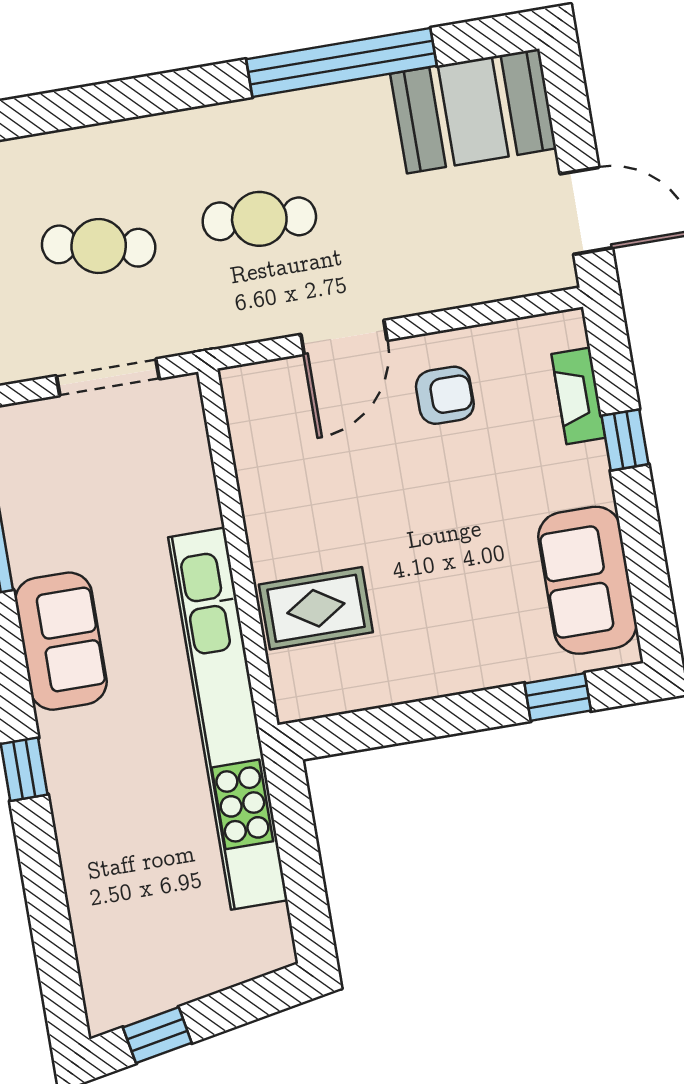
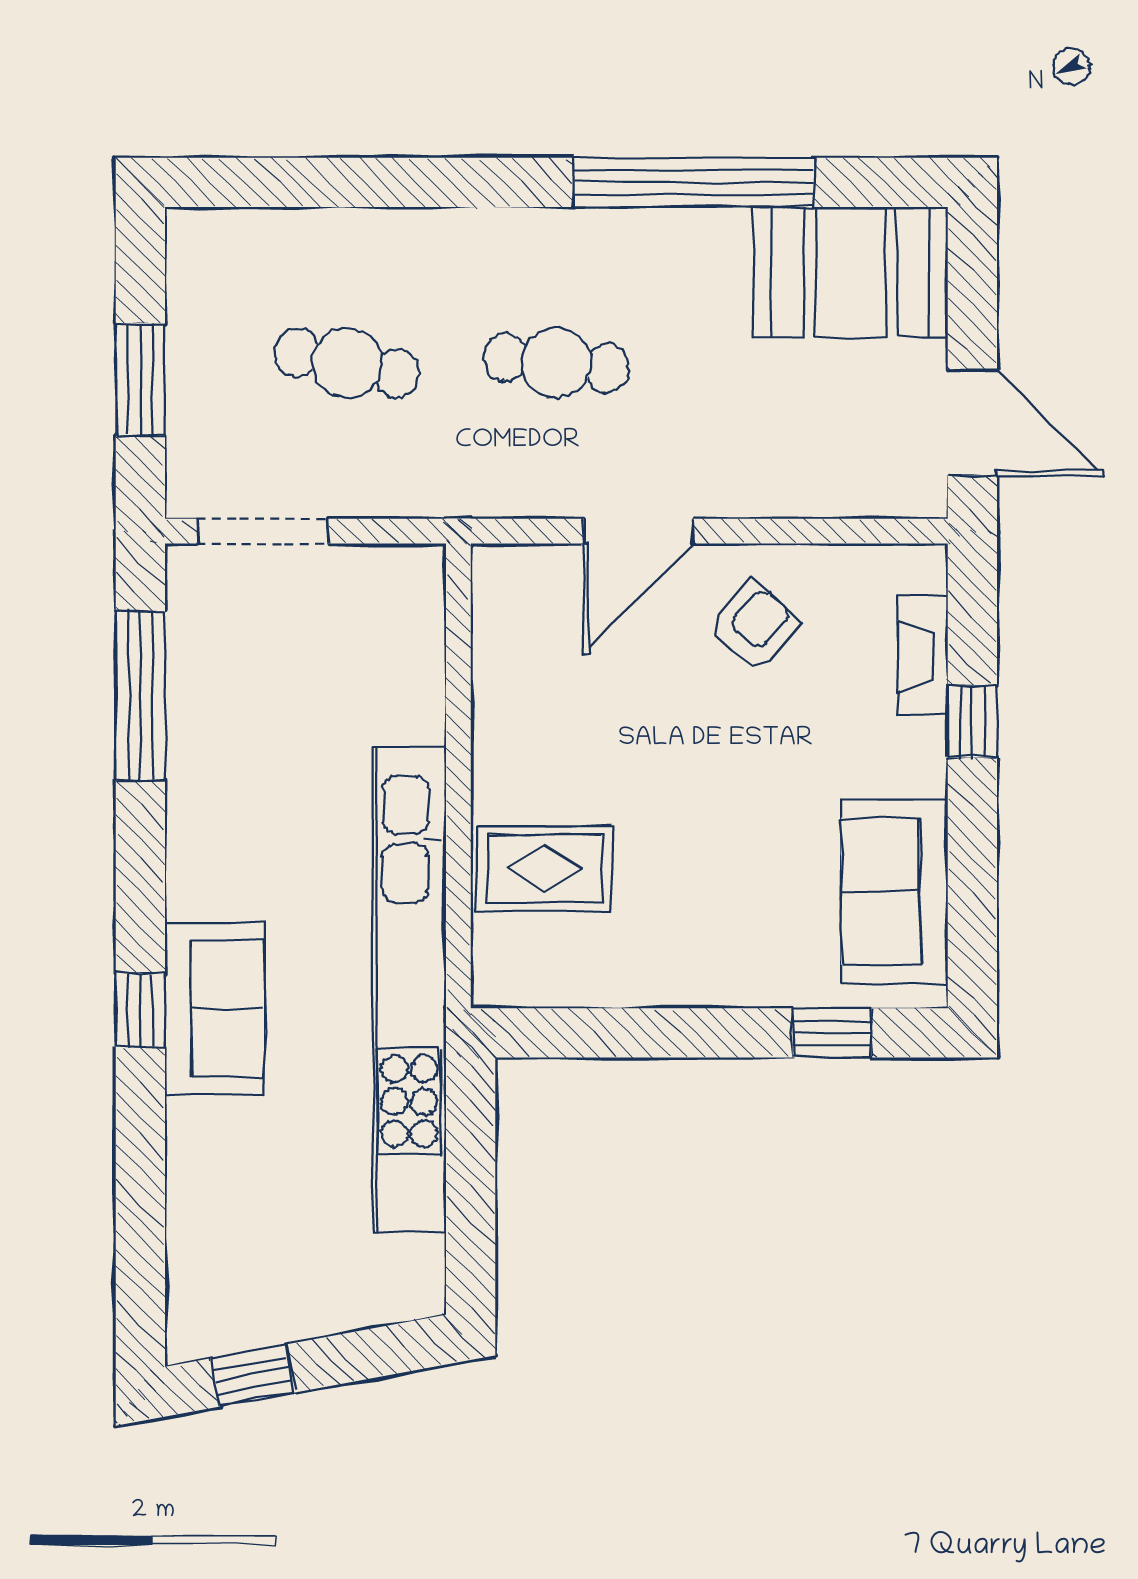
doorway: (108, 377) -> (263, 531), moved
armchair: (445, 395) -> (754, 626), turned -49
sofa: (61, 641) -> (214, 1008), moved

